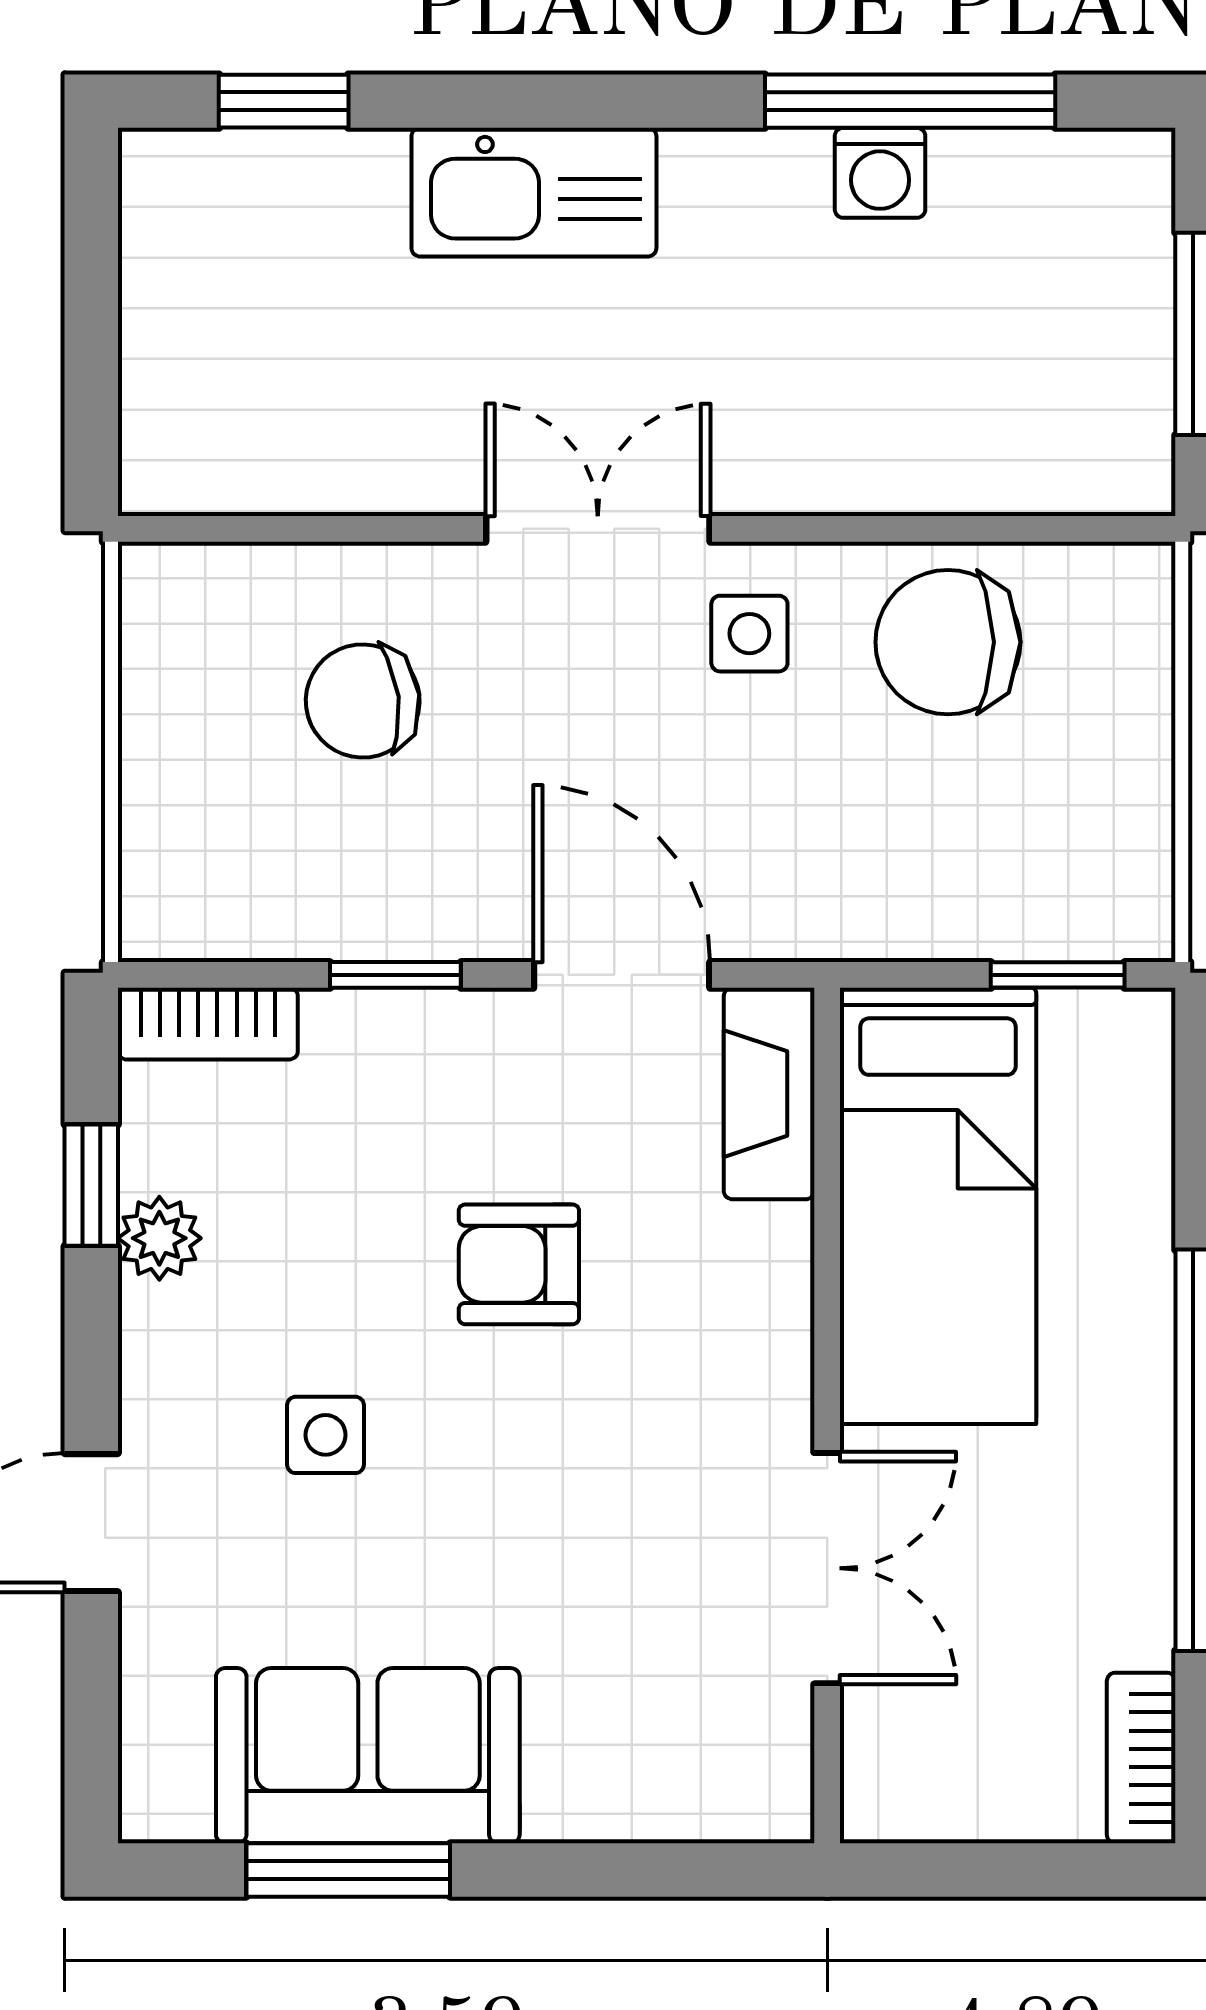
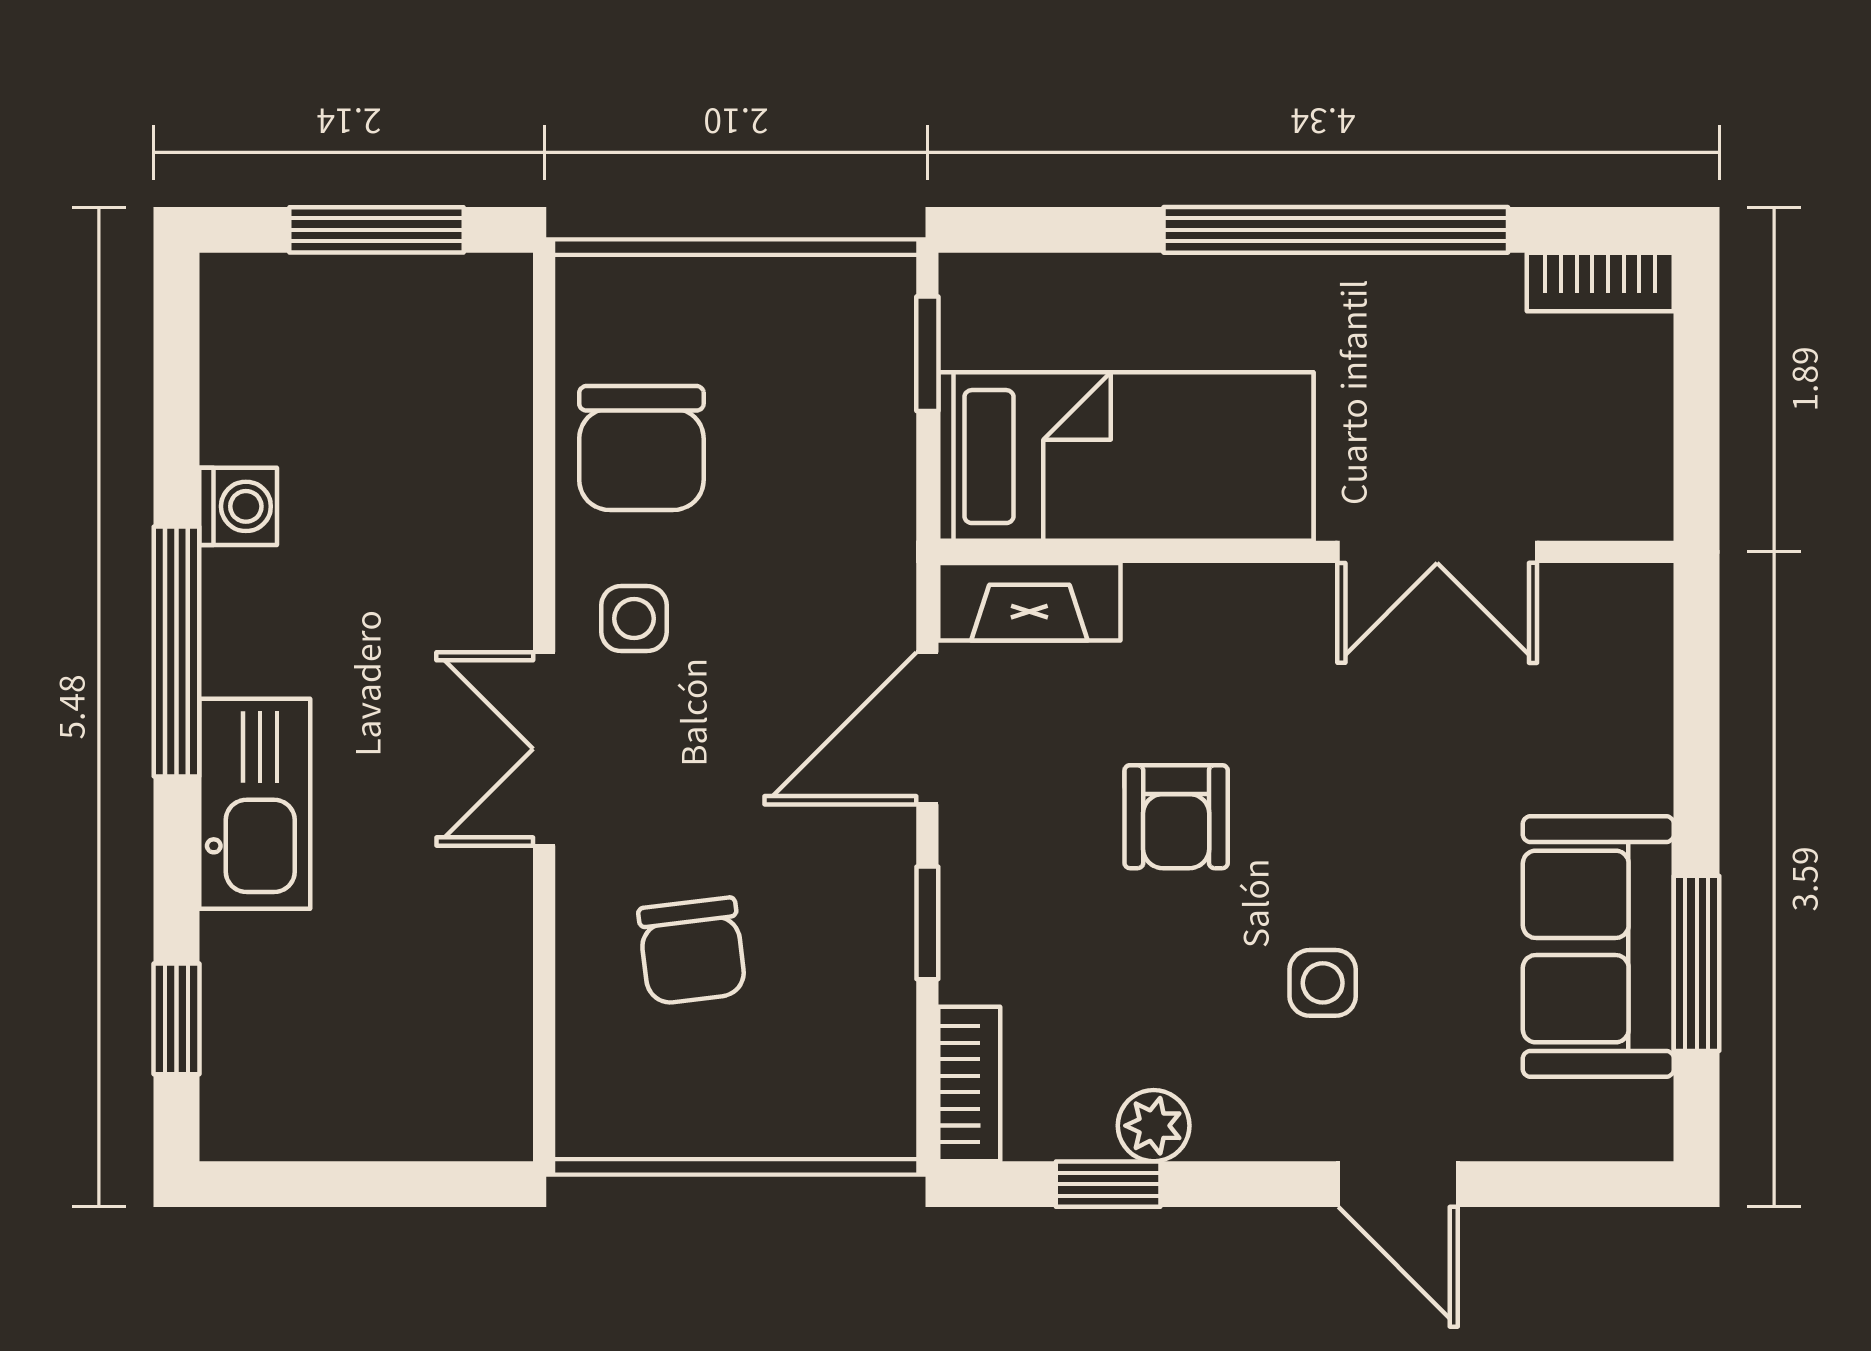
window: (910, 101) -> (177, 652), moved
double door: (827, 1568) -> (1437, 552), swing flipped

